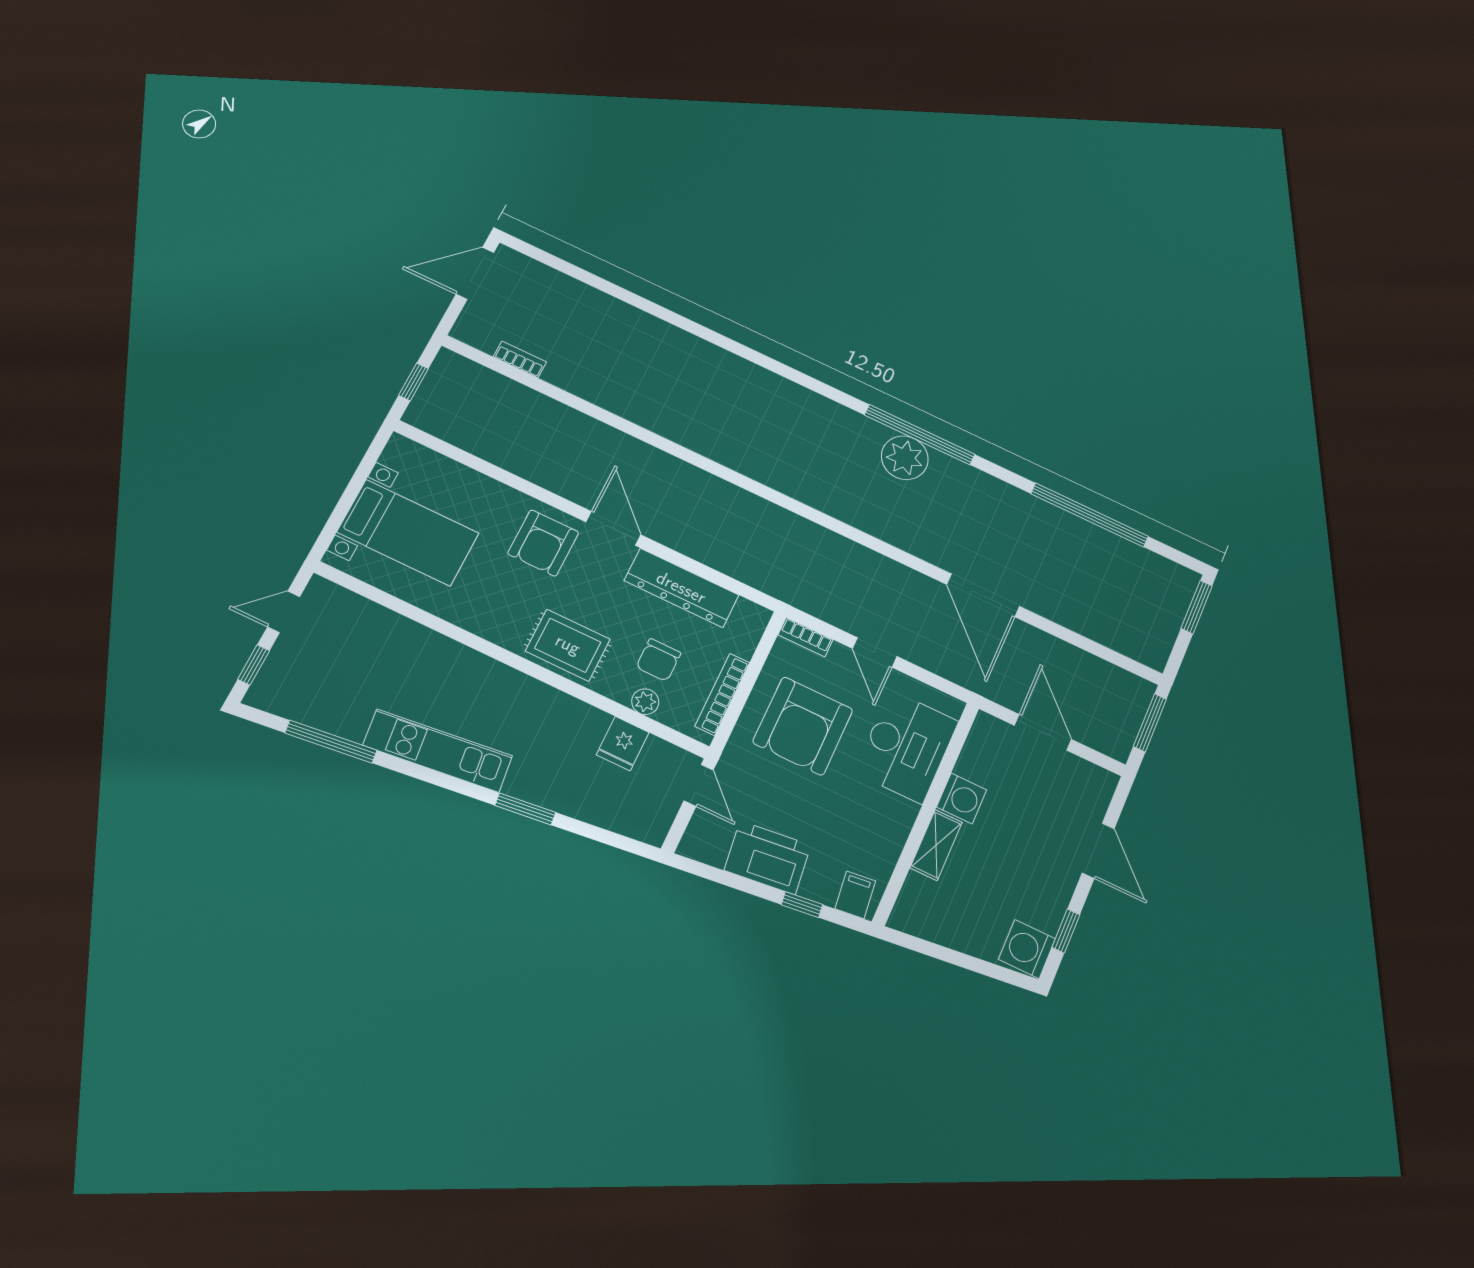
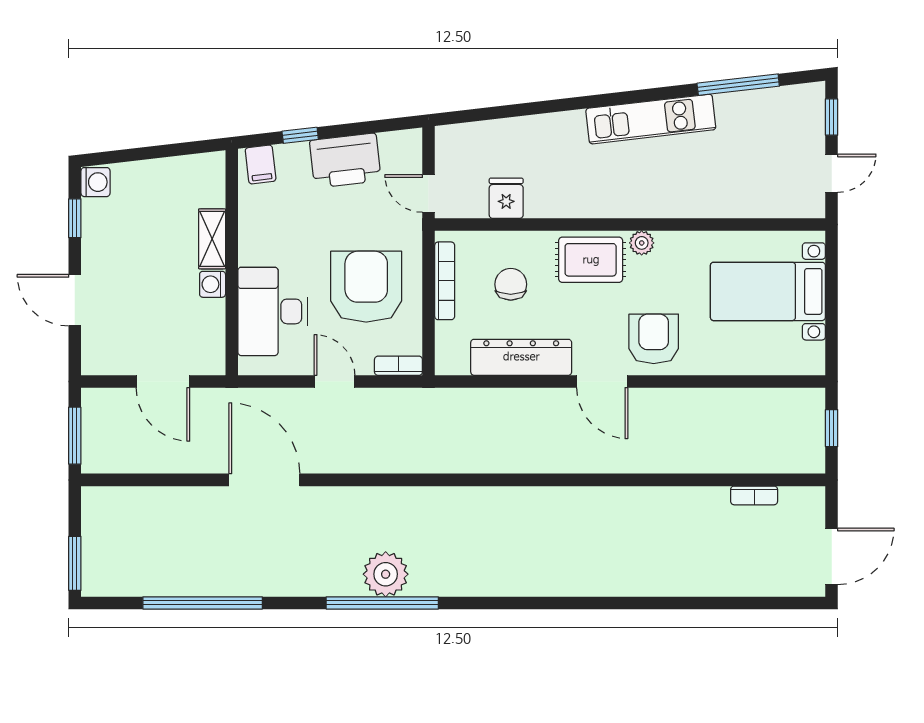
plant: (645, 702) -> (642, 243), moved
washing machine: (962, 798) -> (213, 284), width x0.73, depth x0.73
window: (525, 809) -> (558, 105), removed
washing machine: (1027, 949) -> (95, 182), width x0.73, depth x0.73

